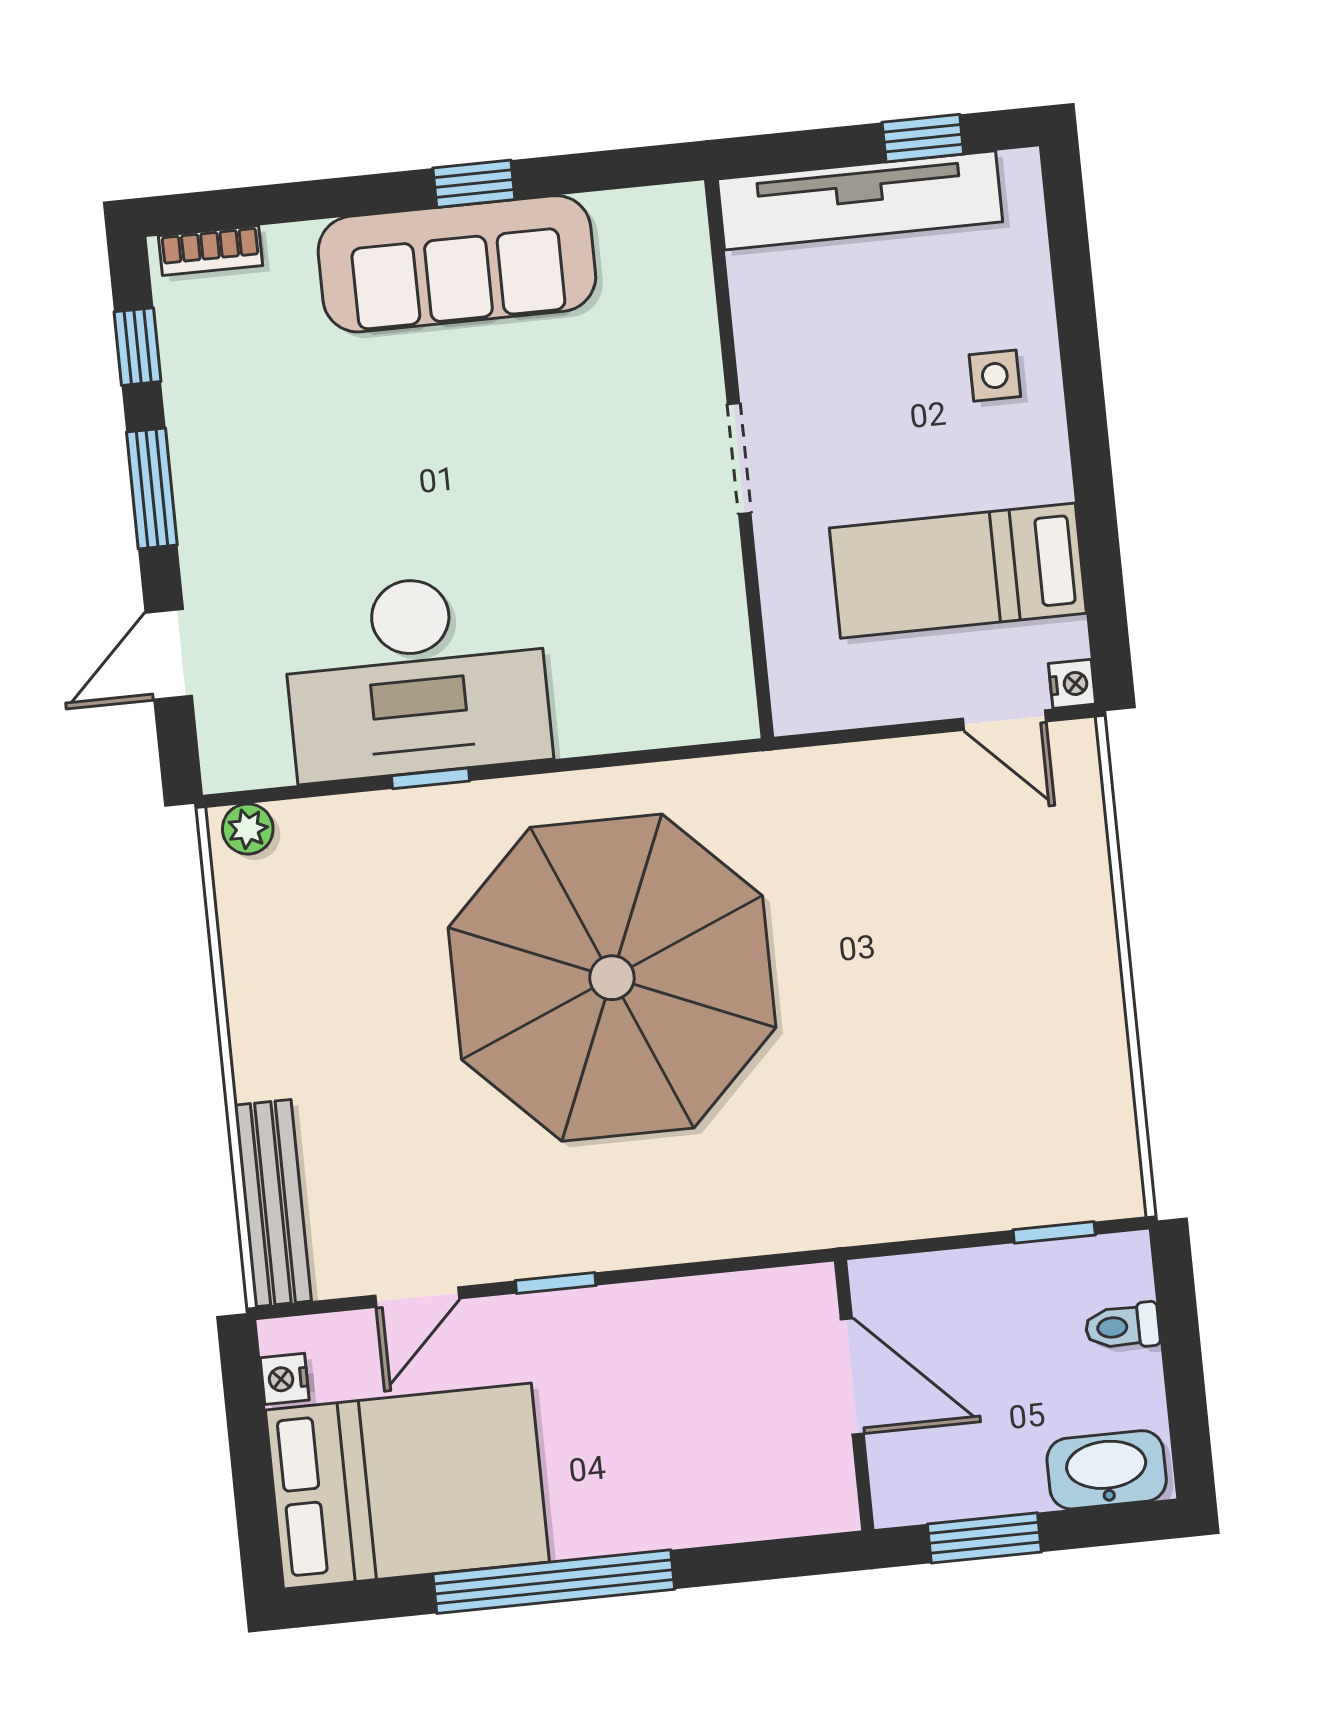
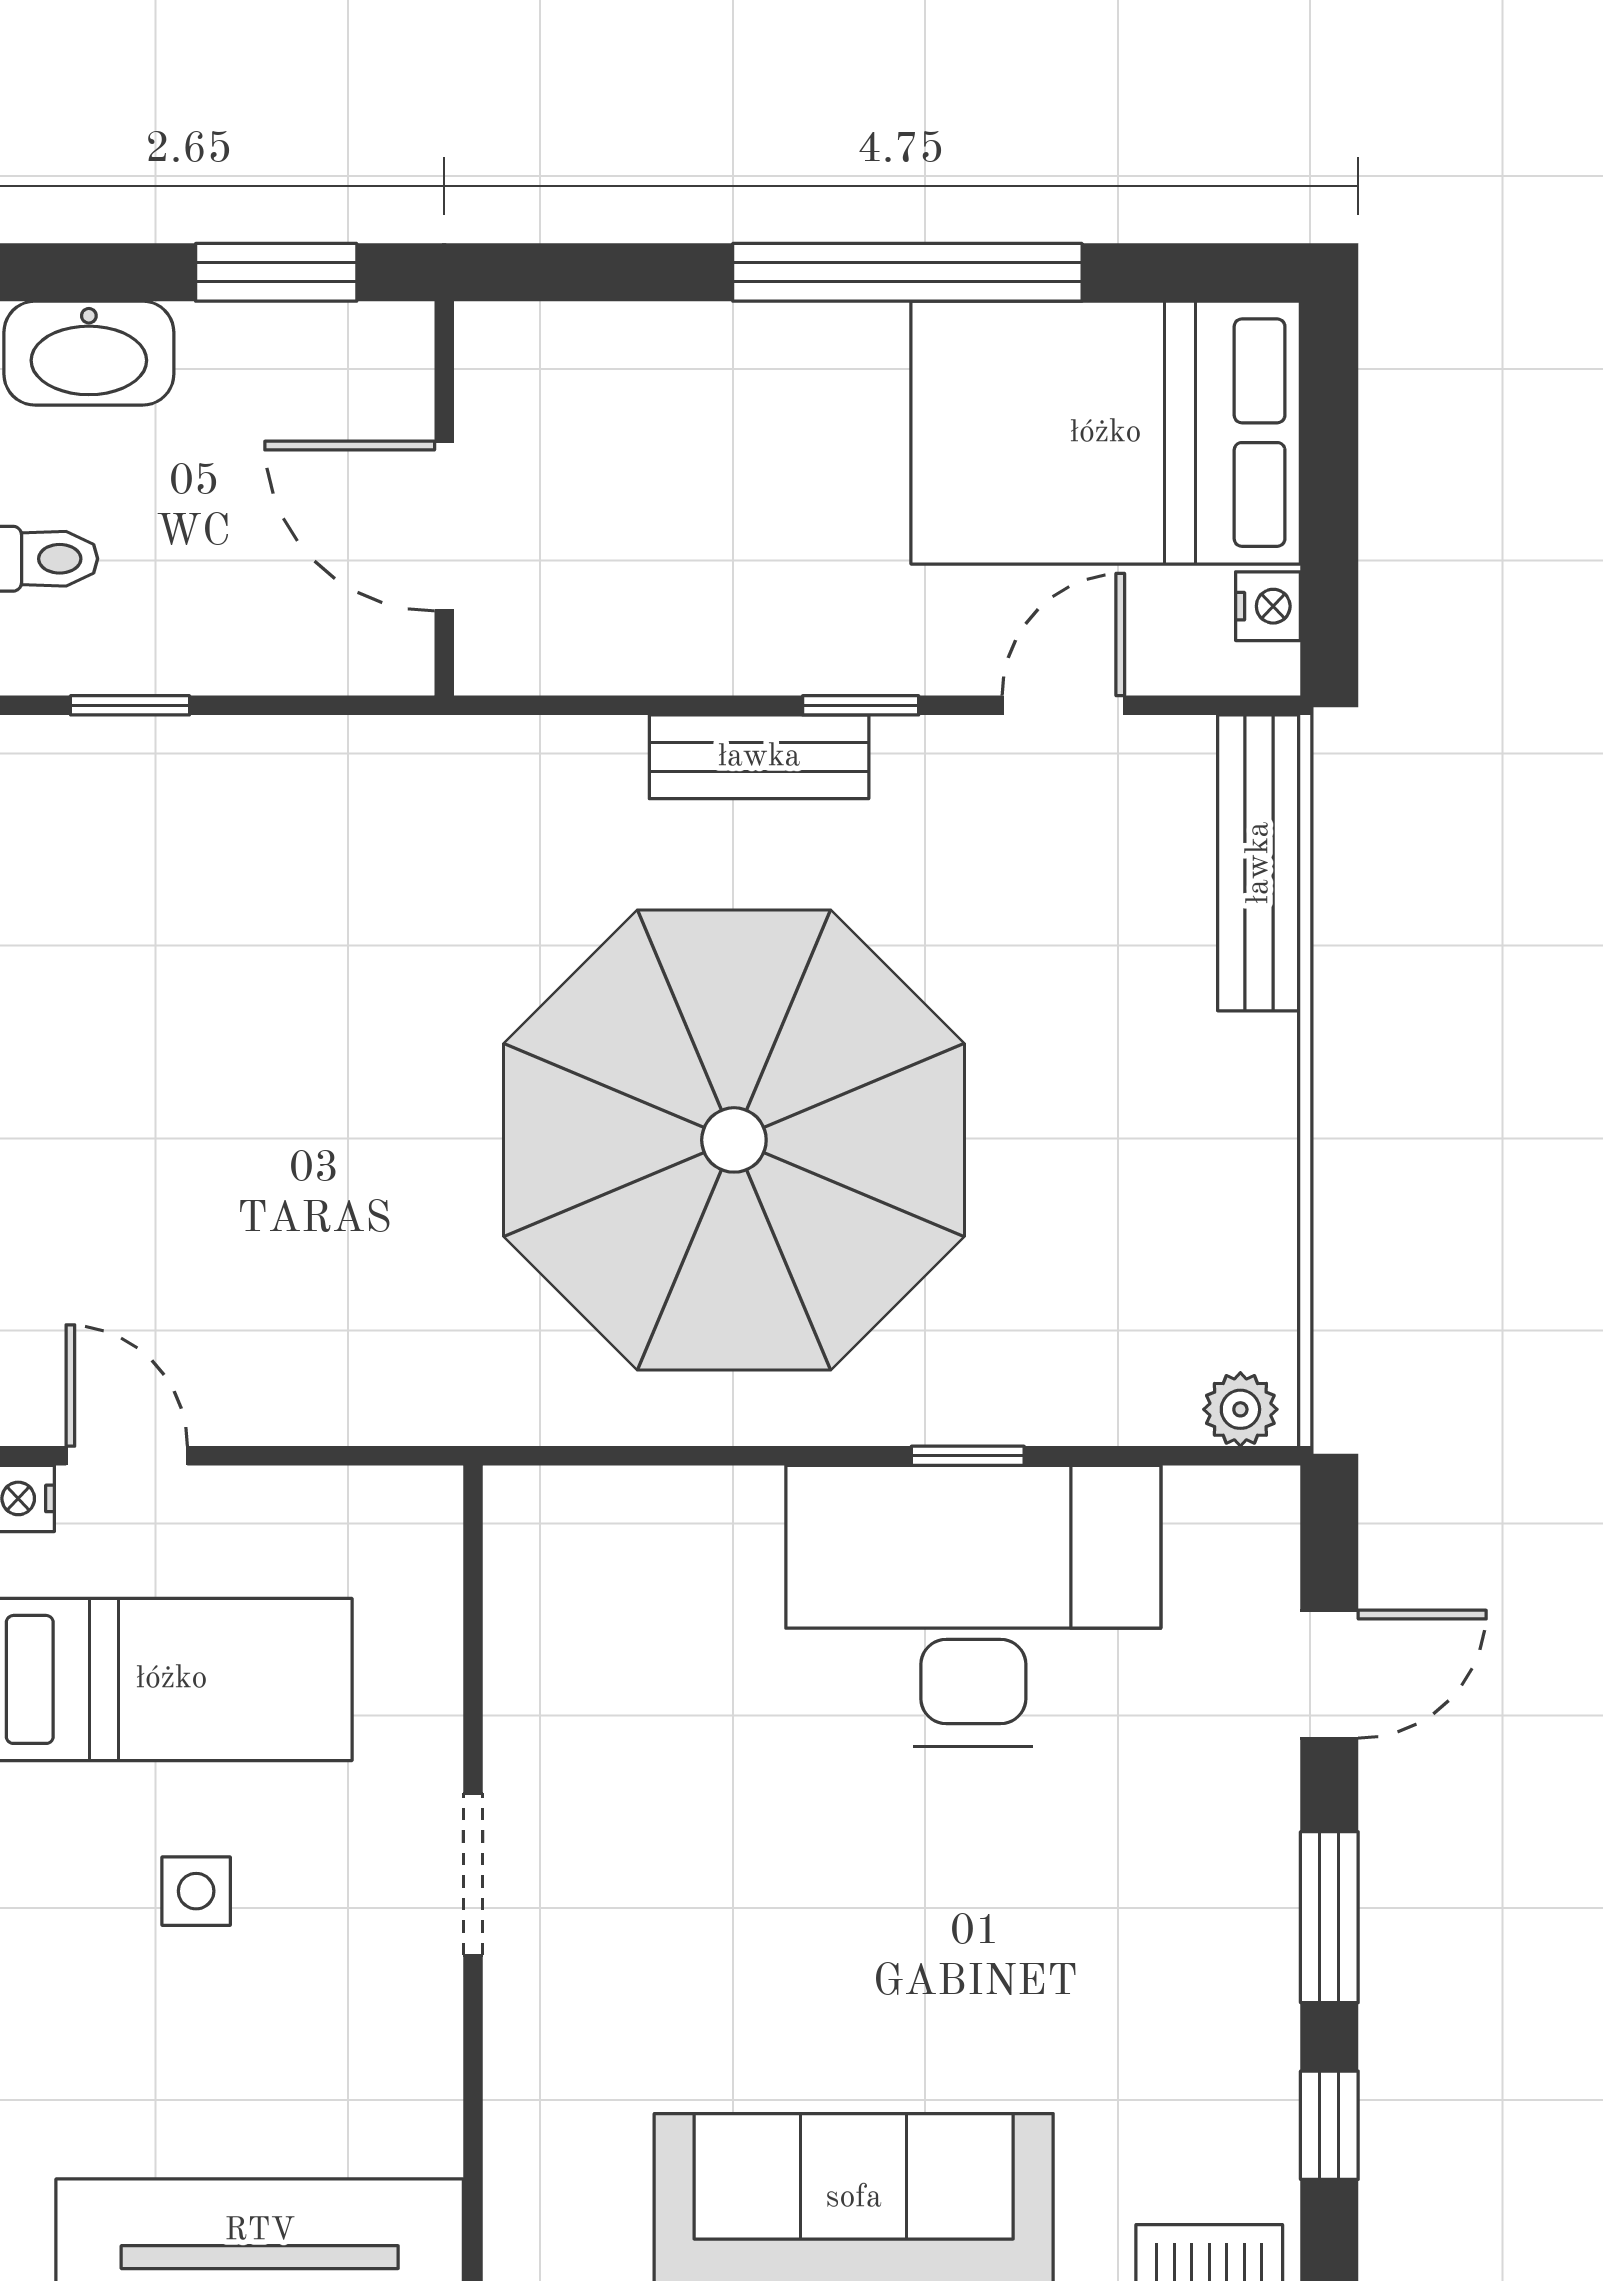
side table: (995, 376) -> (196, 1891), moved
bench: (621, 1241) -> (759, 757), added

